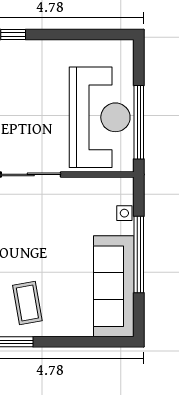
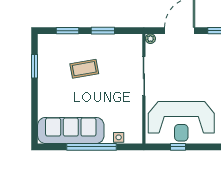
window: (139, 122) -> (178, 147), width x0.32
coffee table: (27, 303) -> (84, 69), moved

